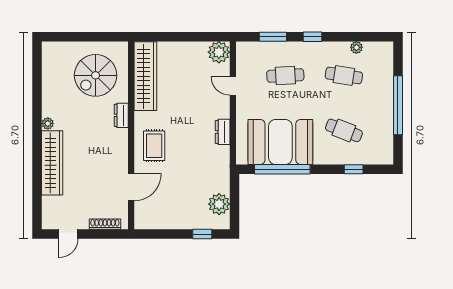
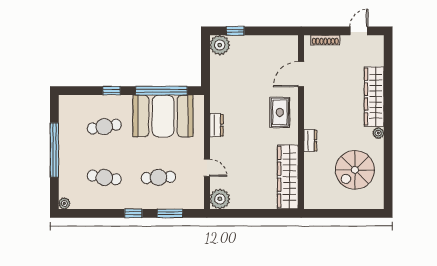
plant: (356, 47) -> (64, 203), moved
spiral stairs: (96, 75) -> (355, 170), moved, turned 180
cafe table: (344, 130) -> (104, 127), turned -30
window: (354, 169) -> (111, 91), moved
plant: (219, 204) -> (220, 45), moved

